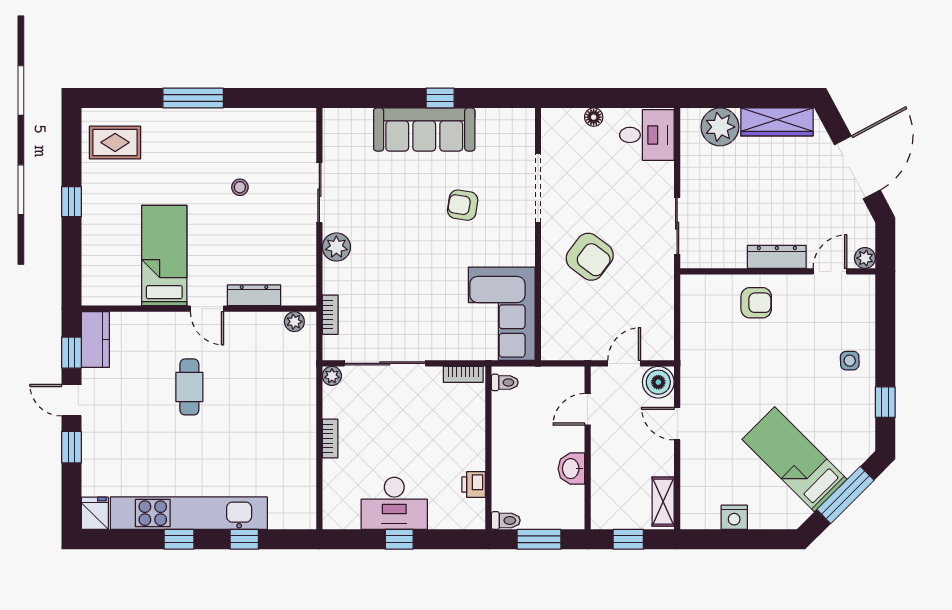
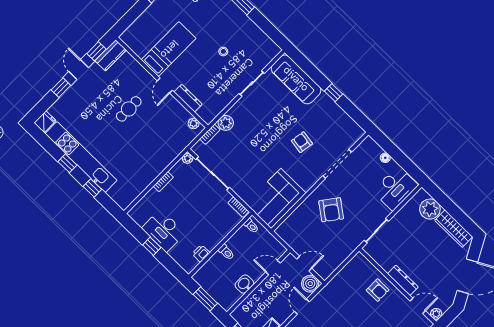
sofa: (424, 130) -> (296, 79), moved
desk: (647, 135) -> (395, 188), width x1.37
plant: (336, 247) -> (226, 123), moved
toilet: (506, 520) -> (226, 252), moved

